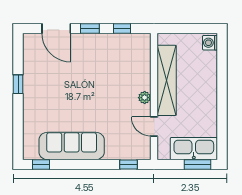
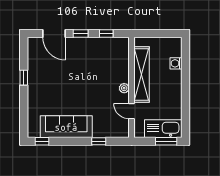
washing machine: (210, 43) -> (176, 63), moved
window: (128, 164) -> (99, 141), moved

